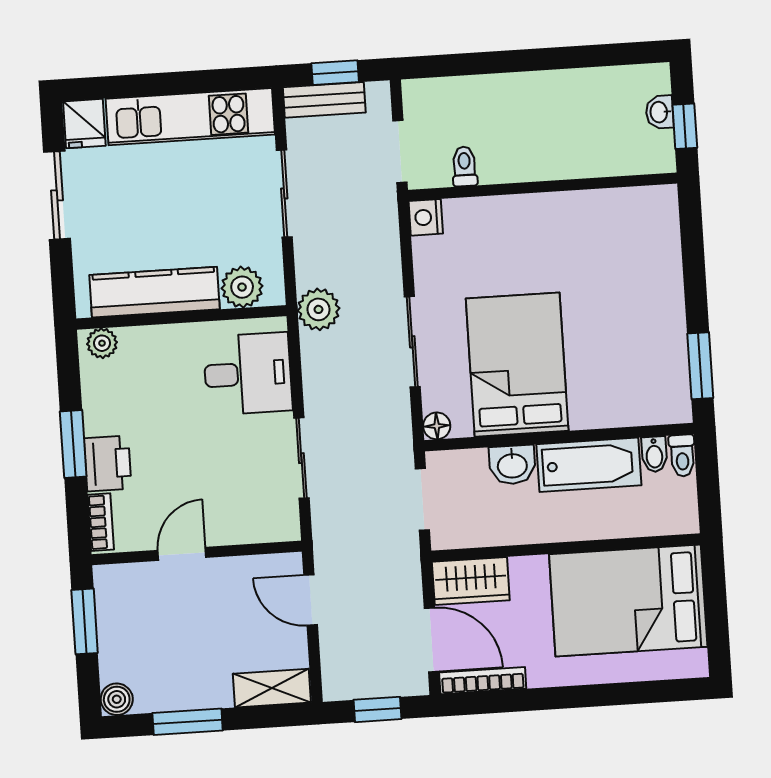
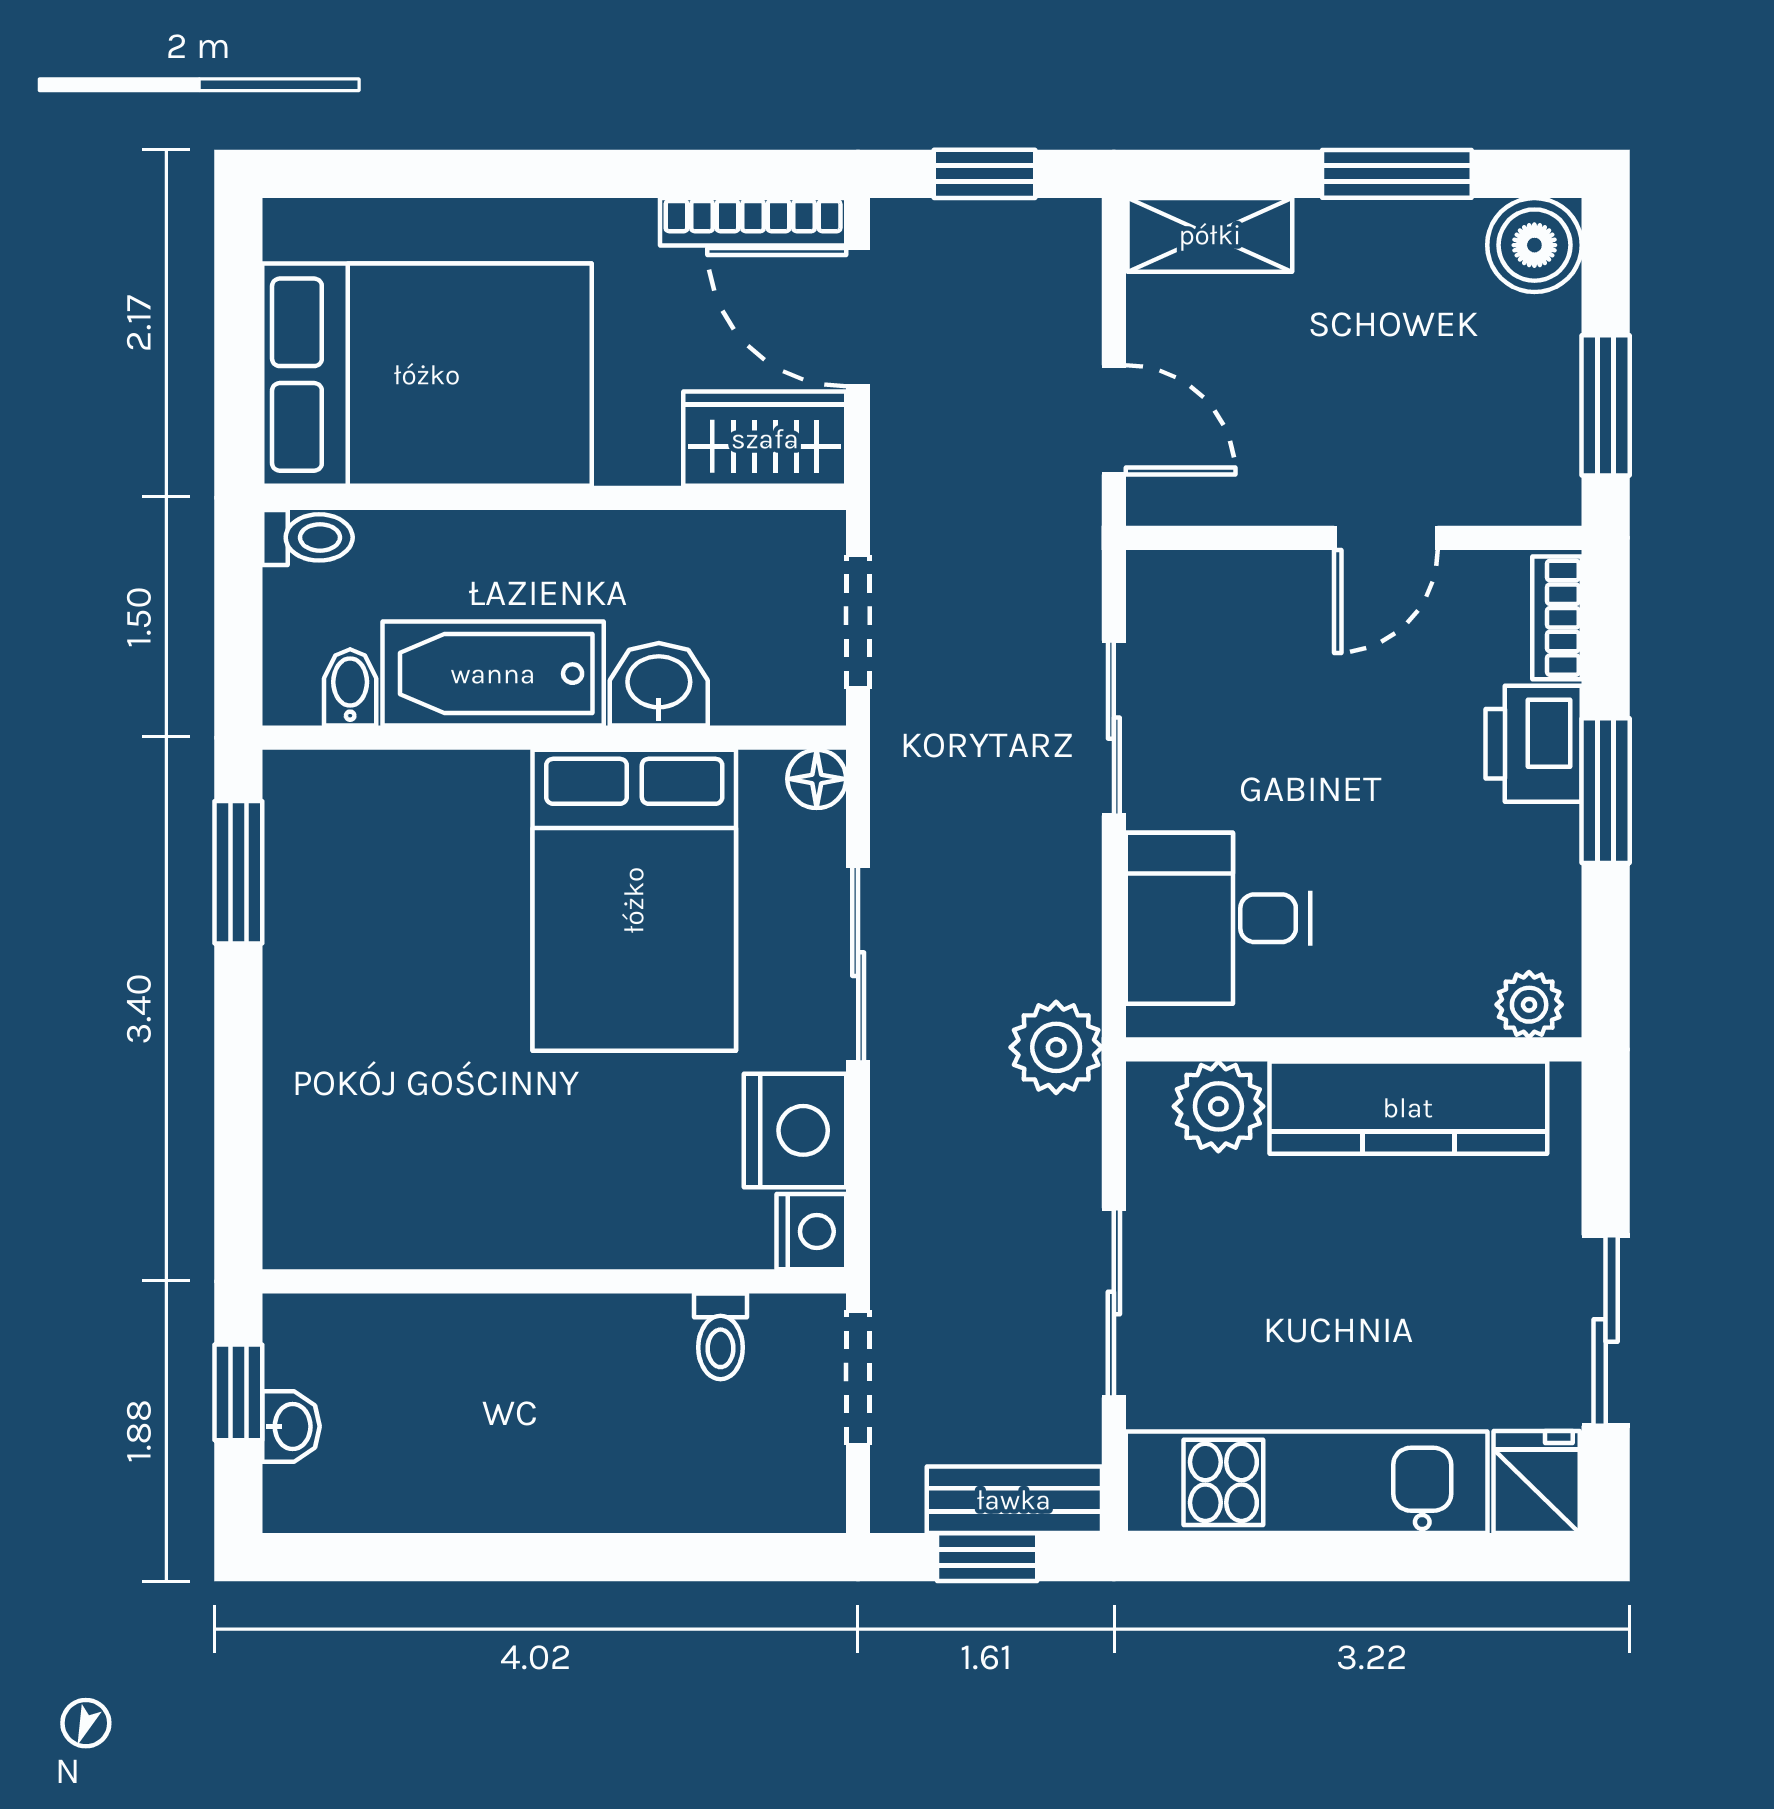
nightstand: (436, 263) -> (795, 1130), added
toilet: (682, 456) -> (307, 537), moved, turned 90
boiler: (117, 699) -> (1534, 245), width x1.36, depth x1.36

